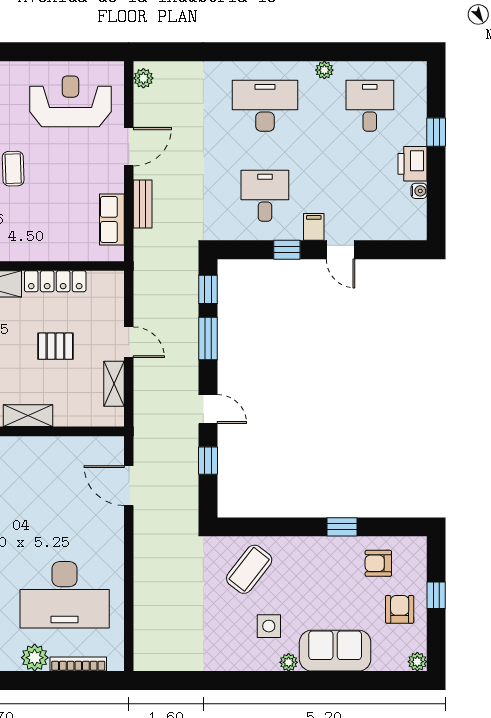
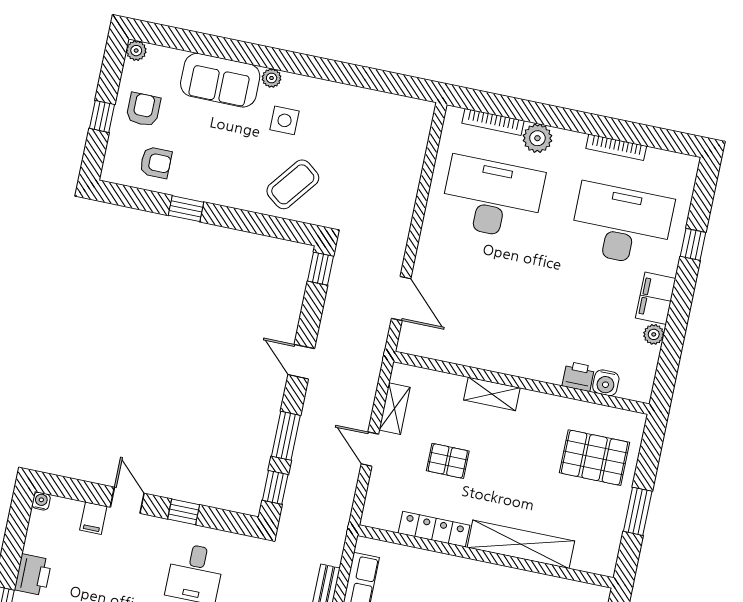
water cooler: (419, 191) -> (41, 501), moved, turned 90
filing cabinet: (314, 227) -> (93, 518), moved
window: (208, 461) -> (321, 269), moved
armchair: (400, 609) -> (143, 109), turned 180

